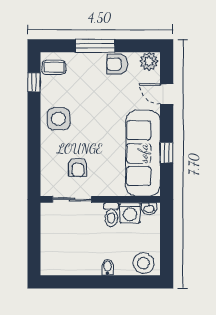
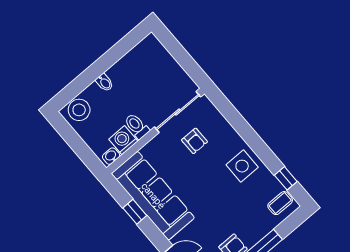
armchair: (78, 167) -> (195, 141), turned 180
sliding door: (72, 199) -> (178, 112), width x1.37

